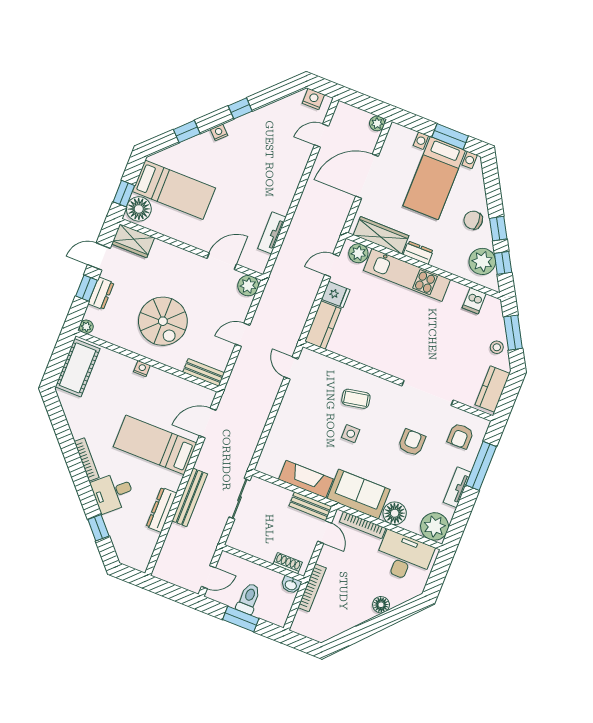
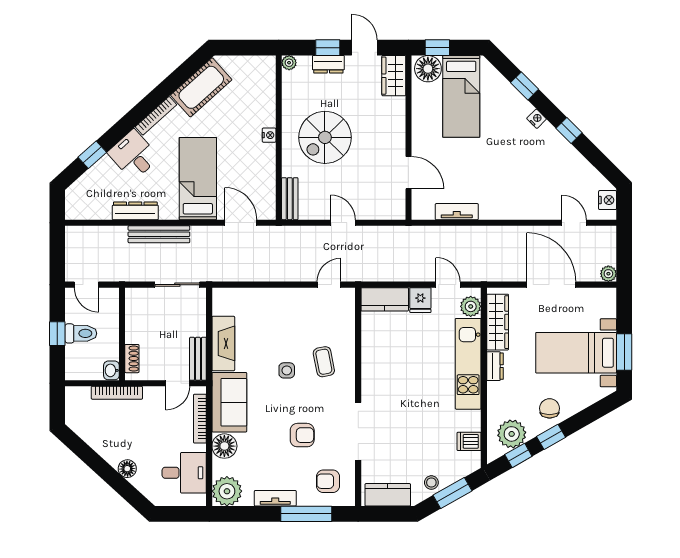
plant: (248, 286) -> (394, 209), removed
cot: (78, 368) -> (201, 87), moved, turned -42
desk: (404, 557) -> (184, 473), width x0.73
window: (241, 619) -> (57, 334), width x0.67

